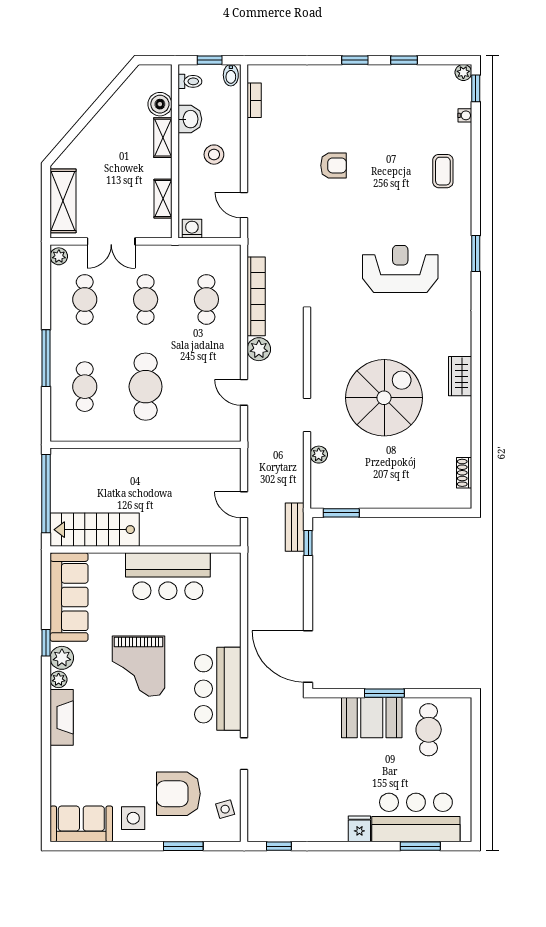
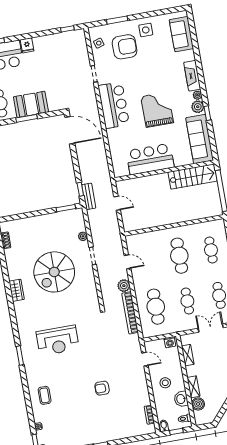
cafe table: (206, 299) -> (156, 307), width x1.37, depth x1.35
sofa: (81, 824) -> (181, 34), moved, turned 90

